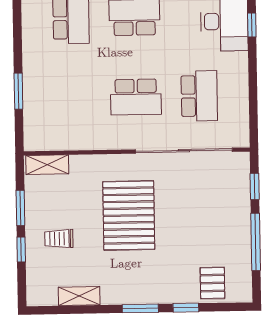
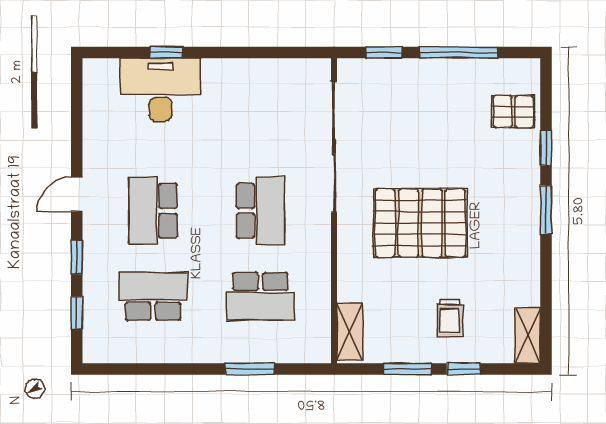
school desk: (199, 96) -> (260, 296), moved, turned 180
shelving: (79, 296) -> (528, 335), moved

